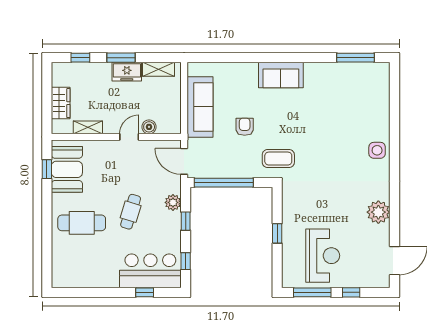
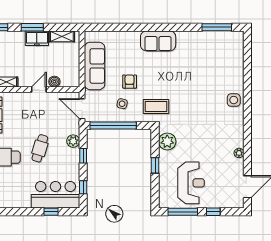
side table: (235, 155) -> (122, 104), added
plant: (293, 203) -> (167, 142), added
plant: (378, 212) -> (239, 153), width x0.53, depth x0.53

